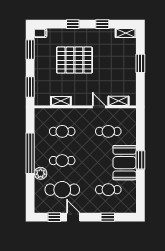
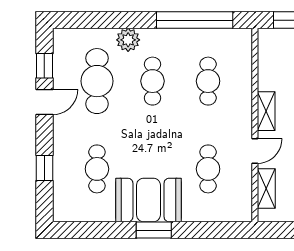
shelving: (61, 101) -> (266, 111), moved
window: (30, 153) -> (195, 20), moved

